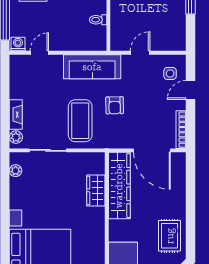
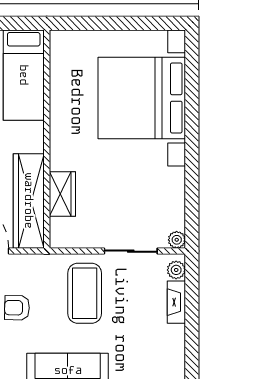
armchair: (115, 105) -> (17, 308), moved, turned -88
plant: (16, 171) -> (177, 240), moved

